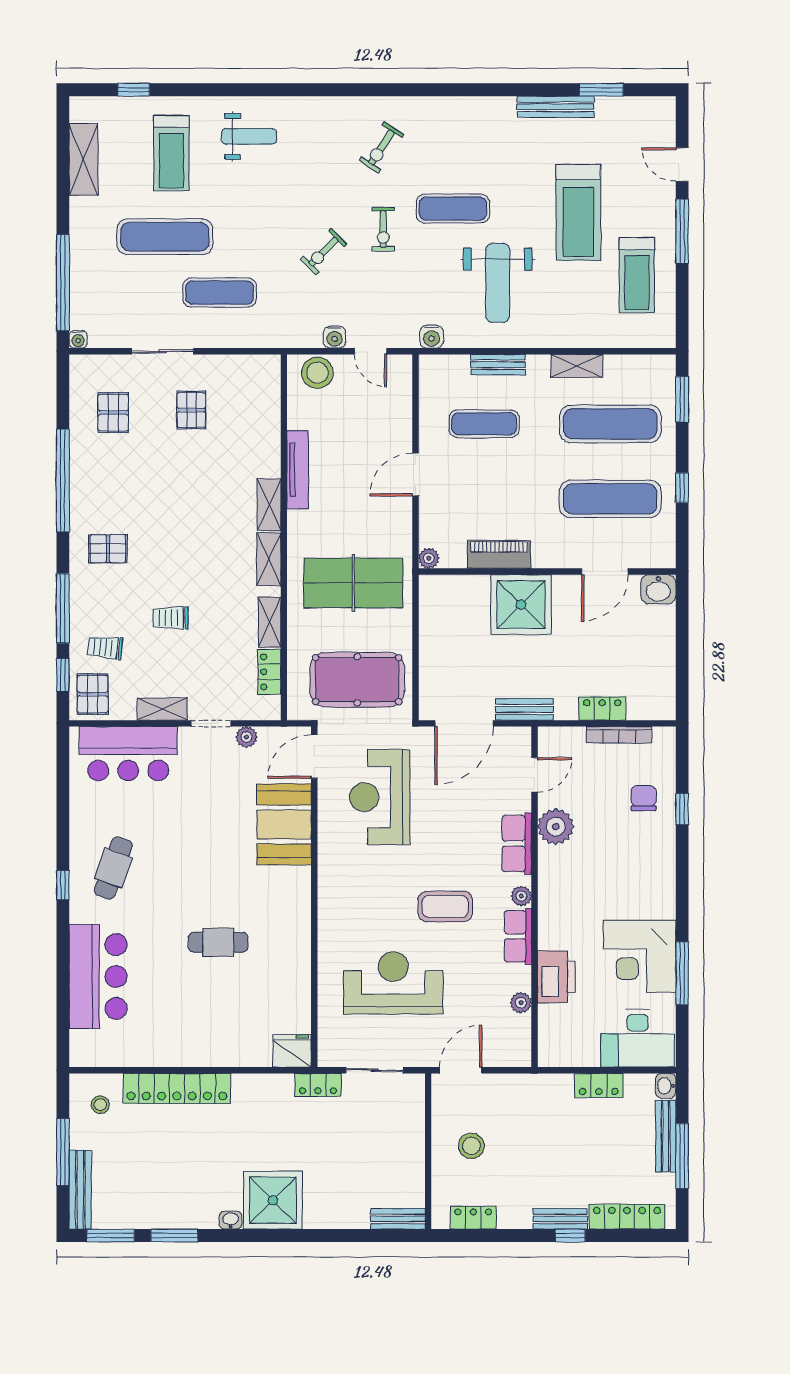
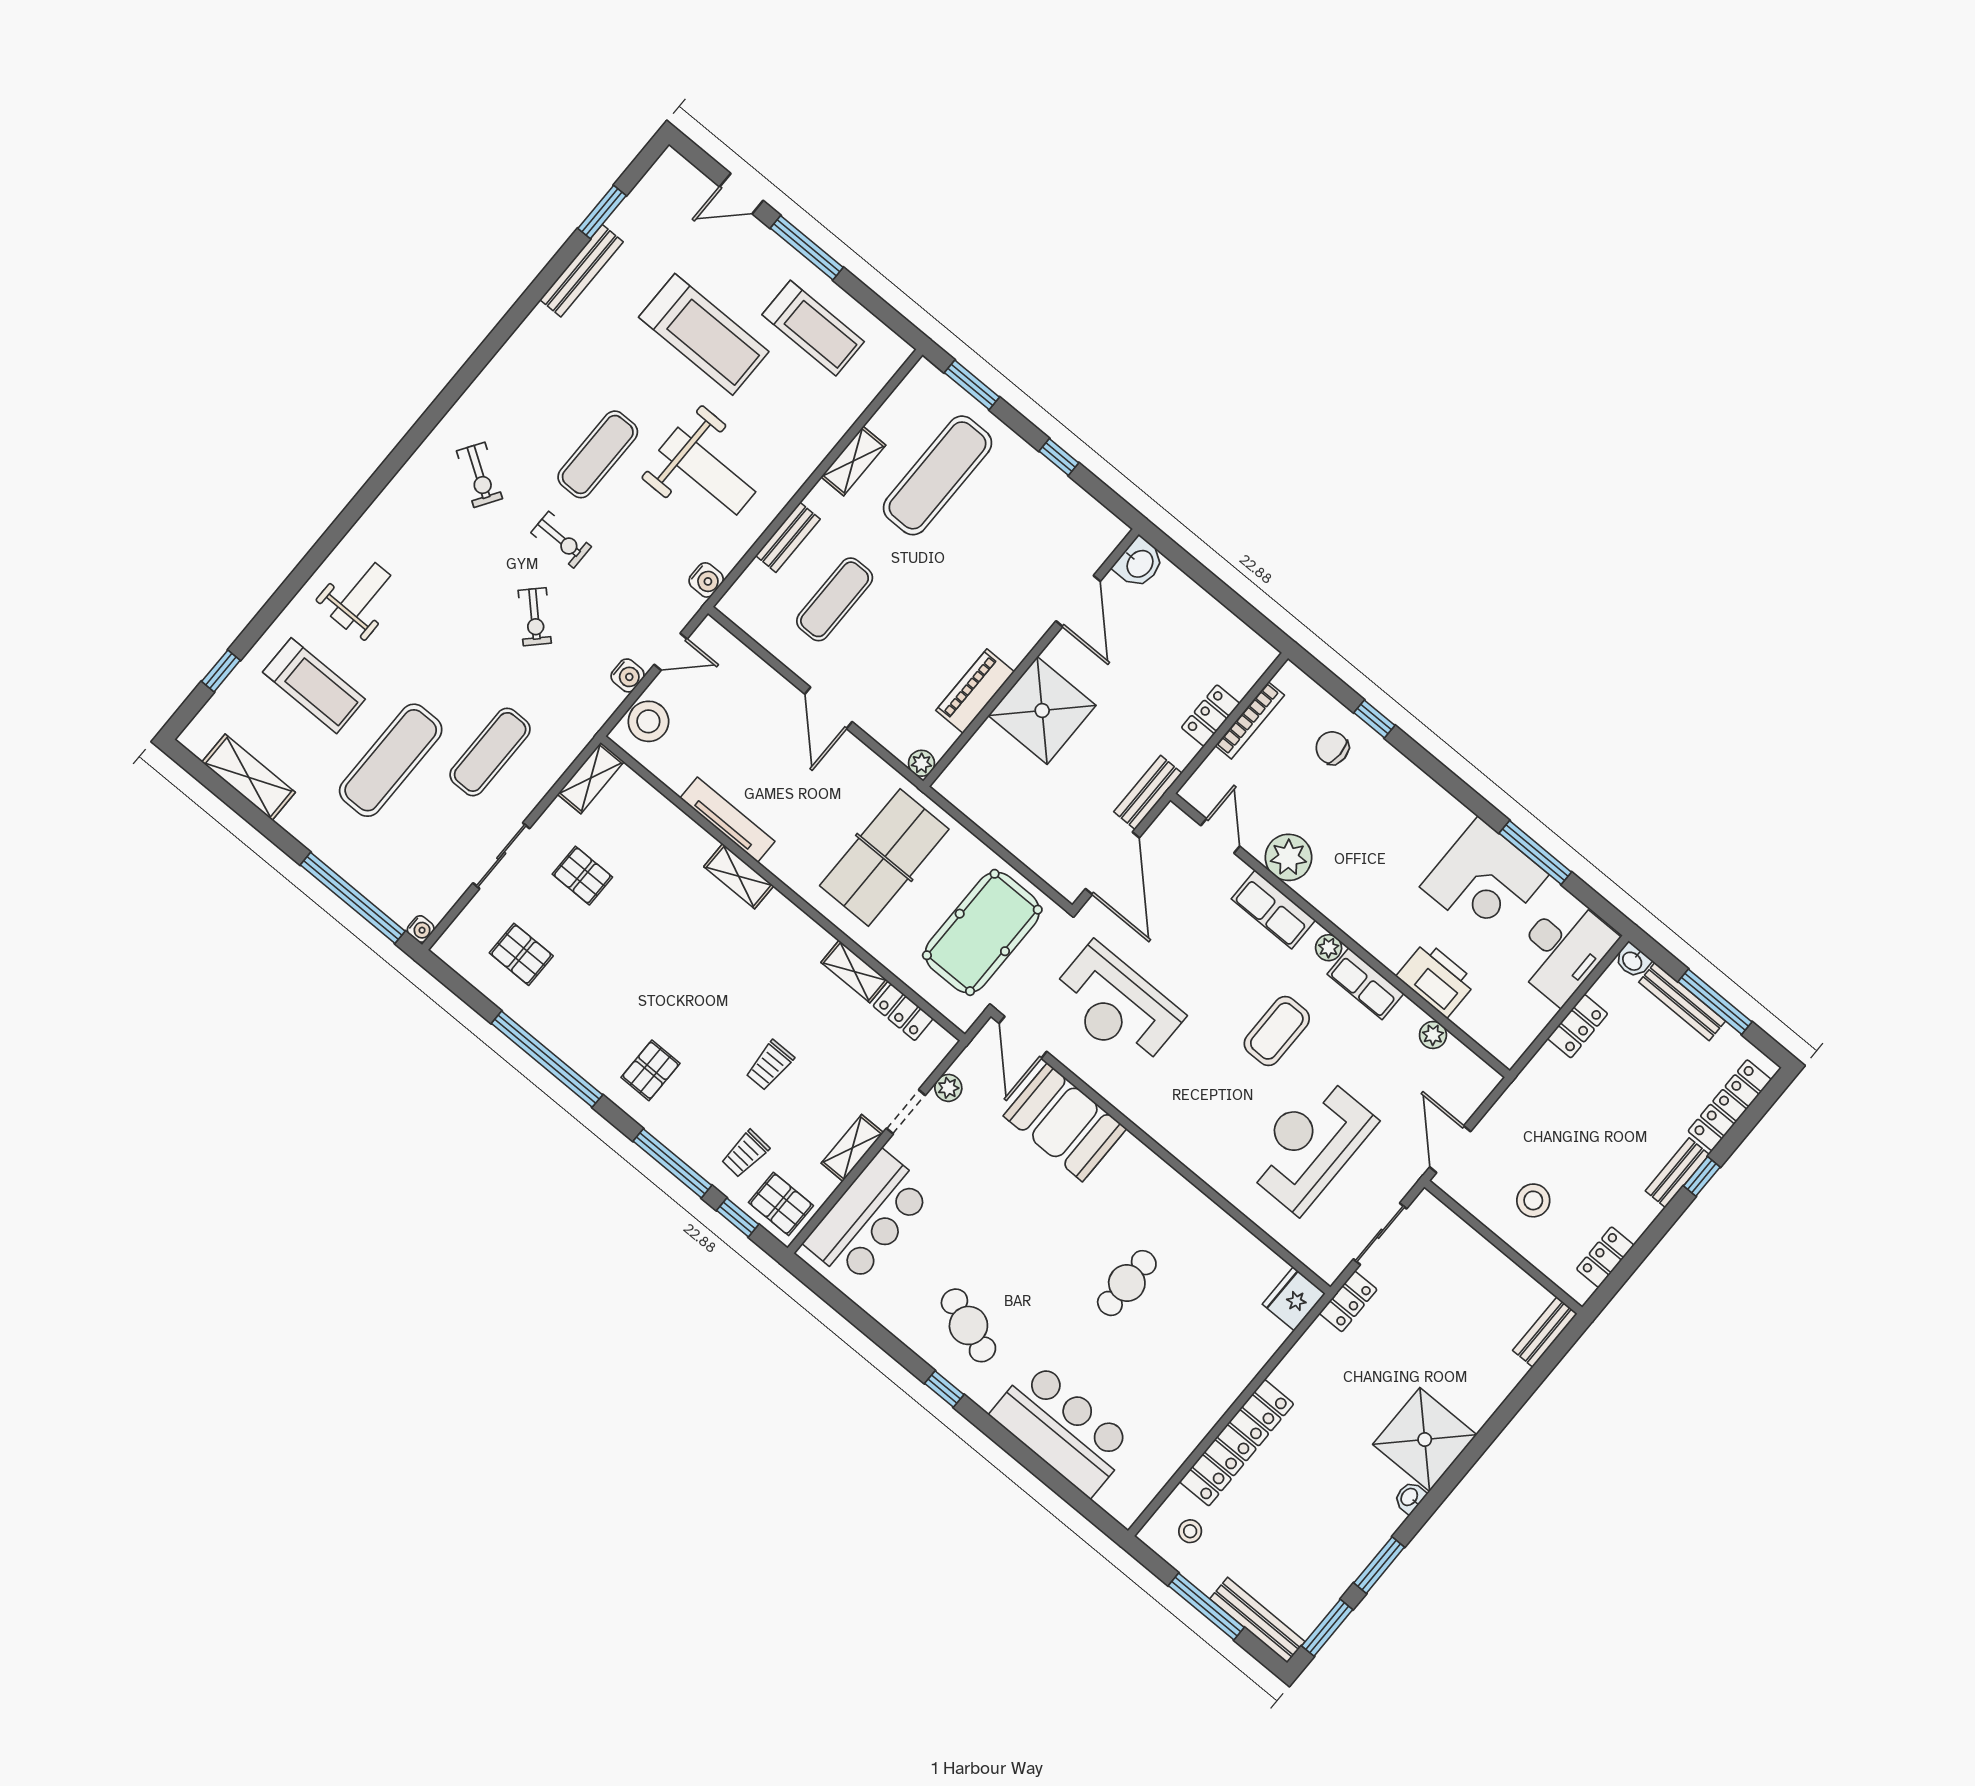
exercise mat: (610, 499) -> (1011, 537), removed
shelving: (269, 559) -> (591, 778), moved, turned 90

